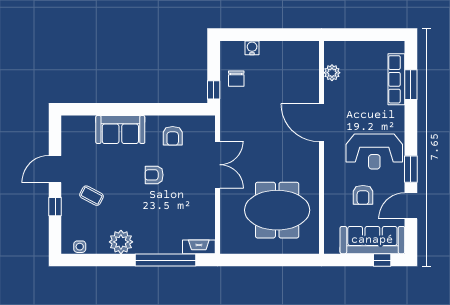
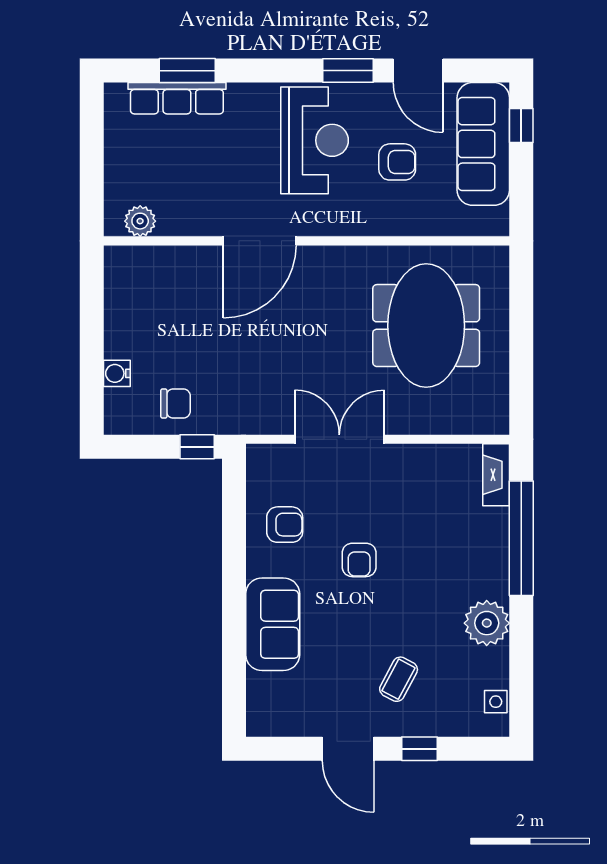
plant: (332, 73) -> (140, 221), moved

